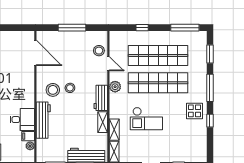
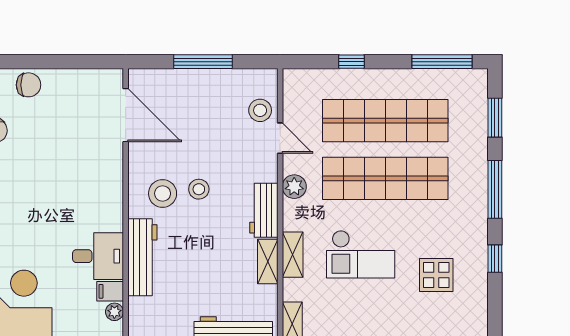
display table: (194, 111) -> (436, 275), moved
shelving: (114, 130) -> (293, 255), moved

